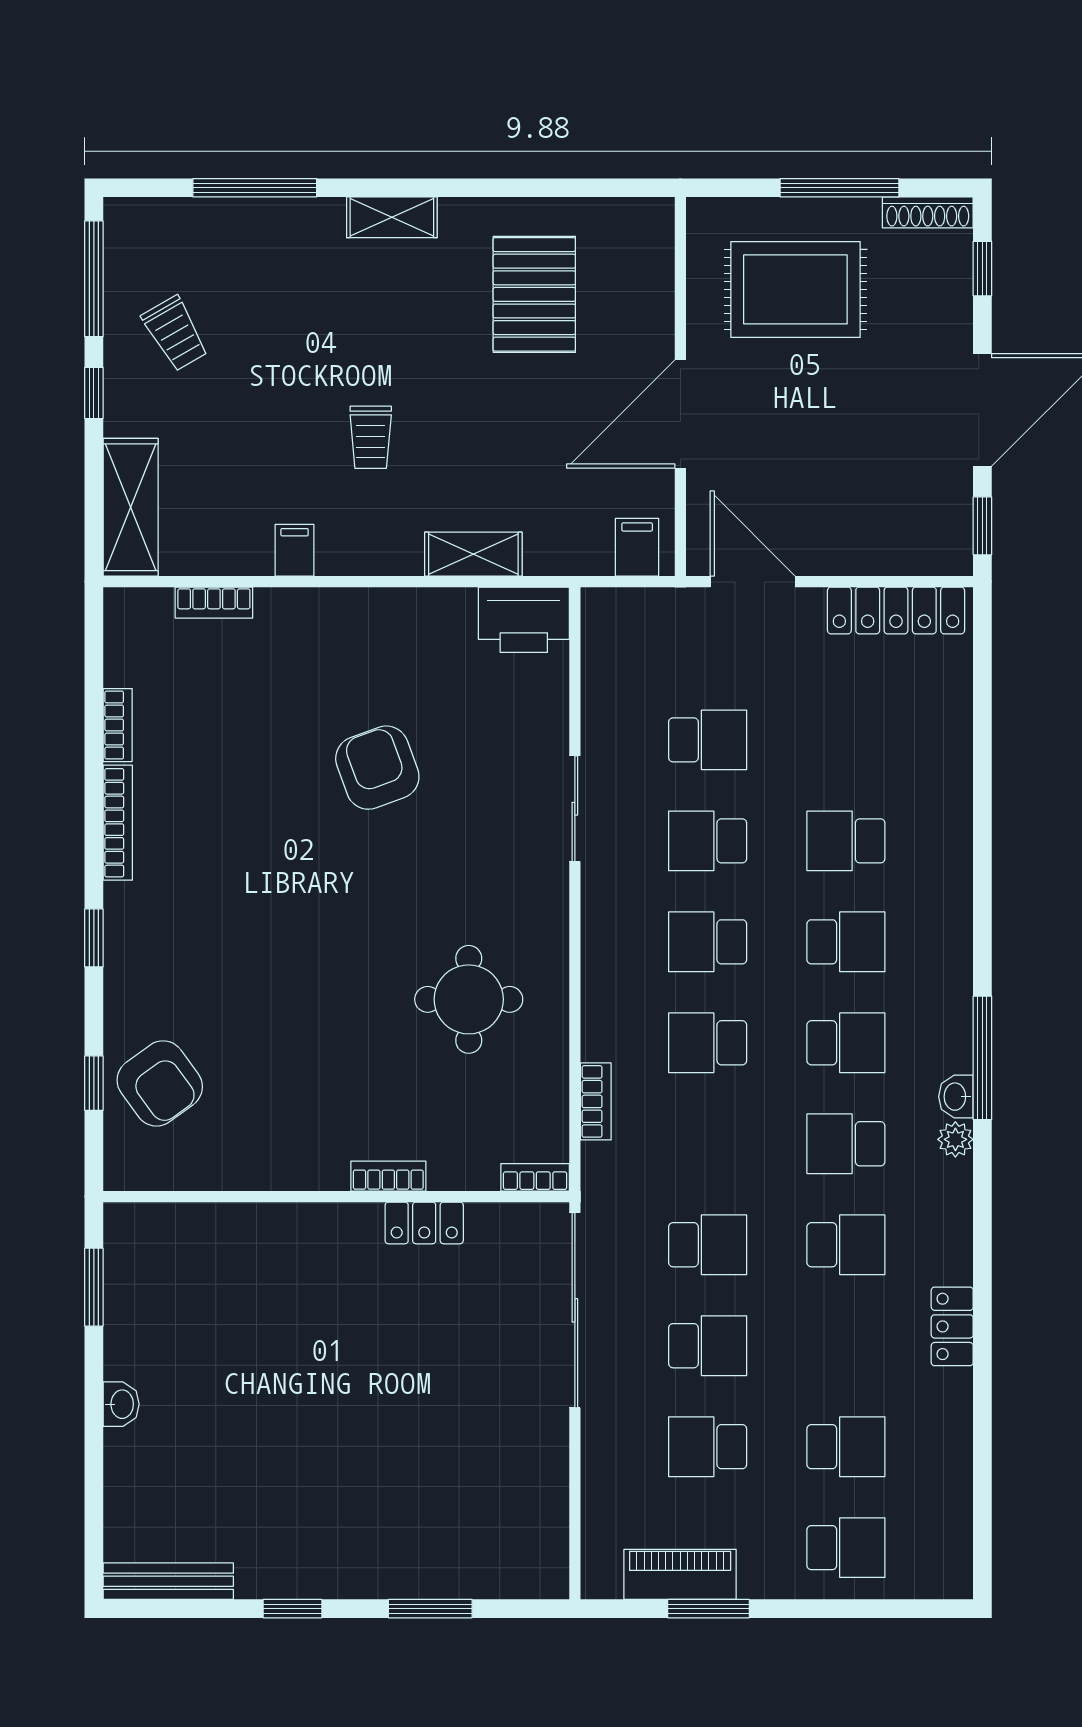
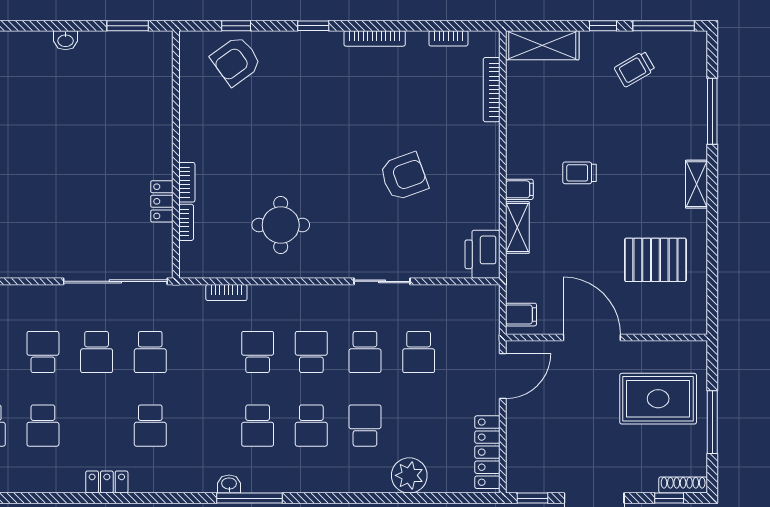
shoe rack: (928, 212) -> (683, 485), moved, turned 90
rug: (795, 289) -> (658, 399), turned 90
filing cabinet: (295, 550) -> (519, 189), moved
bookcase: (214, 603) -> (492, 90), width x1.56
bookcase: (118, 725) -> (448, 38), moved
school desk: (708, 841) -> (365, 352), turned 180
plant: (955, 1139) -> (409, 475), moved, width x1.87, depth x1.87
school desk: (846, 1144) -> (204, 426), removed
bookcase: (535, 1177) -> (186, 222), moved

